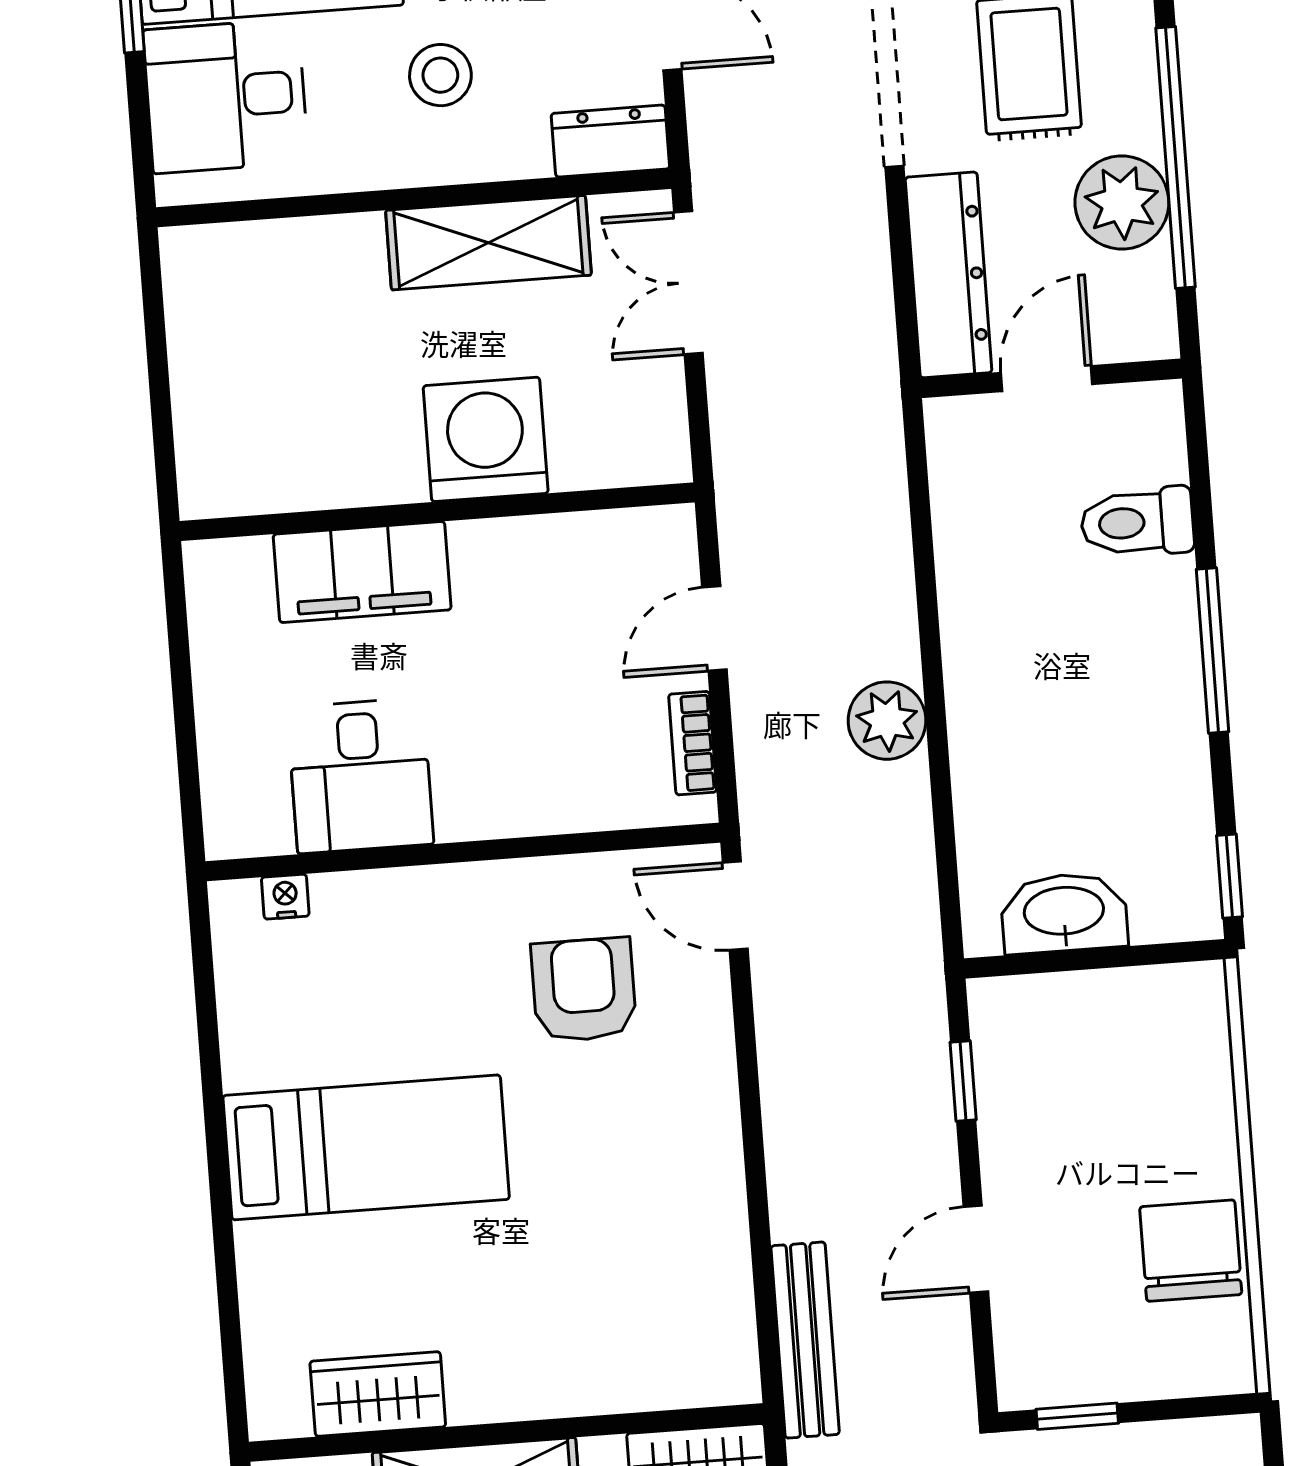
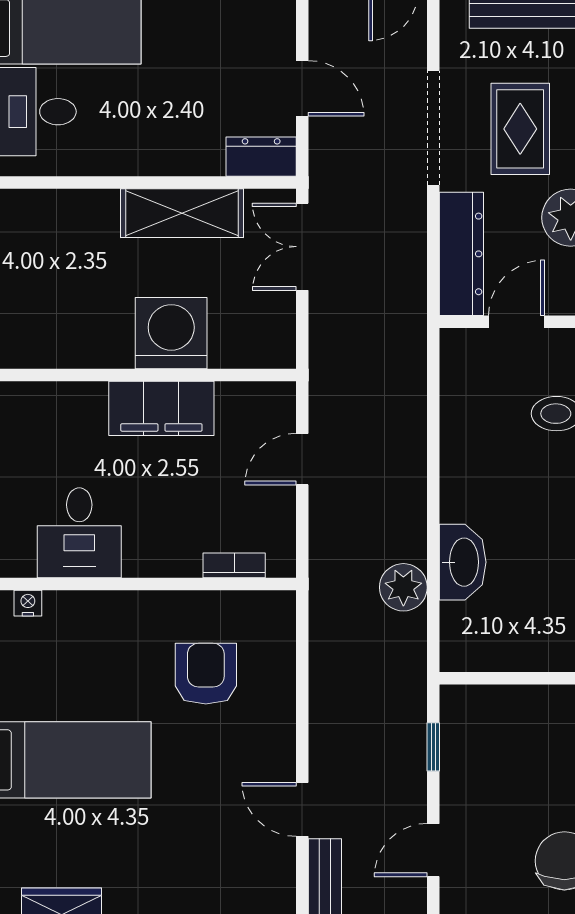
stool: (440, 75) -> (160, 109), removed
filing cabinet: (362, 572) -> (161, 408), moved
plant: (887, 721) -> (403, 587), moved
bookcase: (693, 743) -> (234, 565), moved, turned 90
door: (735, 906) -> (302, 809), moved
washbasin: (1064, 913) -> (463, 562), moved, turned 90

